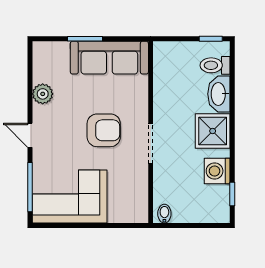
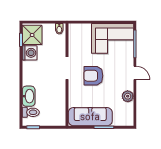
shower: (213, 131) -> (32, 35), moved

